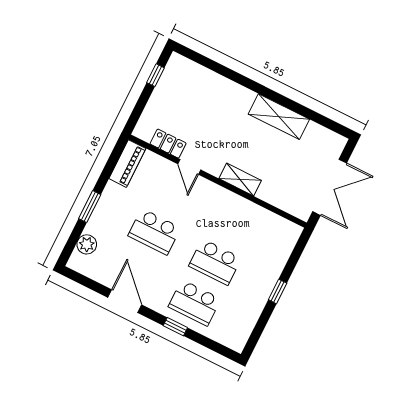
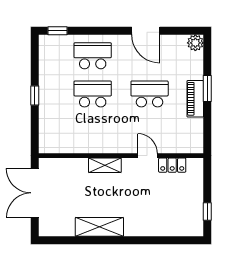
piano: (127, 164) -> (195, 99), moved
plant: (87, 244) -> (195, 43), moved
window: (175, 327) -> (57, 31), moved

